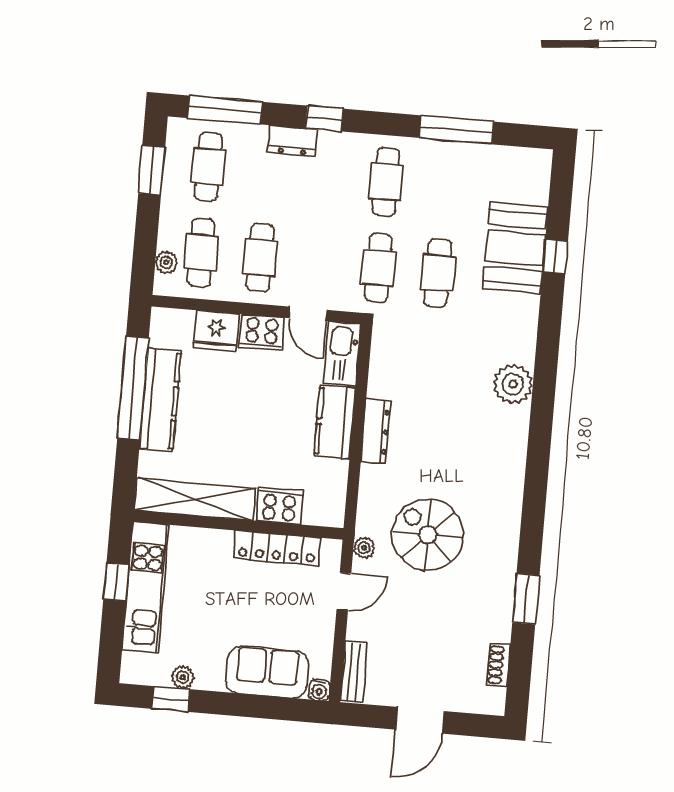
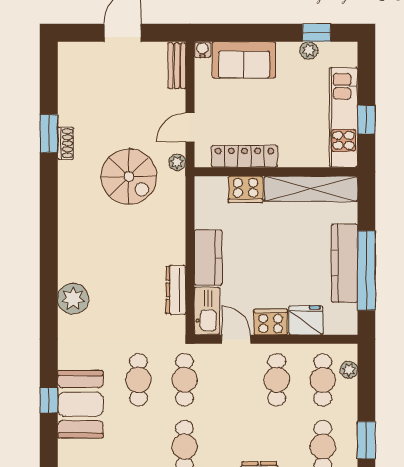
dresser: (376, 431) -> (176, 290), moved
shoe rack: (499, 665) -> (66, 143), moved

